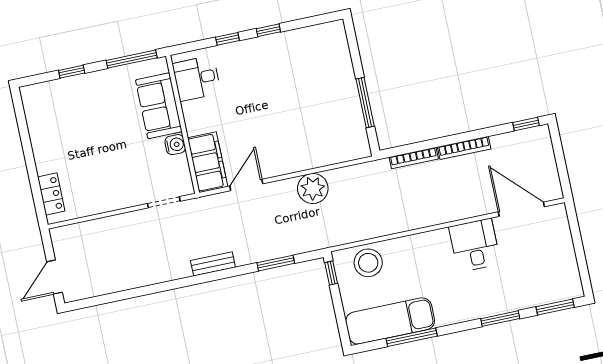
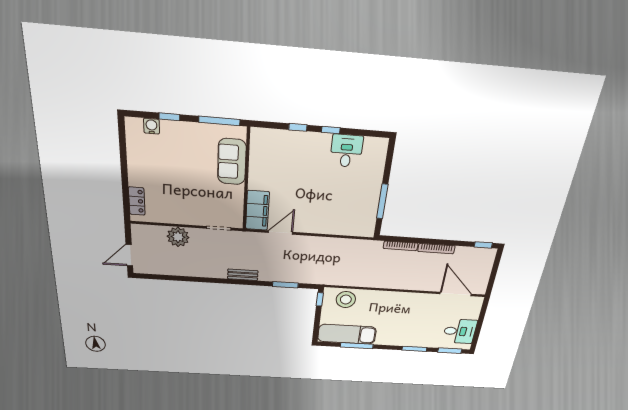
desk: (197, 78) -> (346, 151), moved, turned 90
water cooler: (175, 145) -> (152, 126), moved, turned -90
plant: (313, 188) -> (178, 237), moved
desk: (475, 245) -> (460, 331), moved, turned 90

